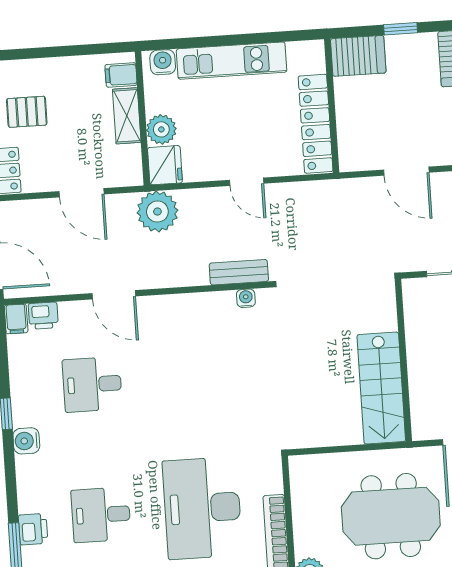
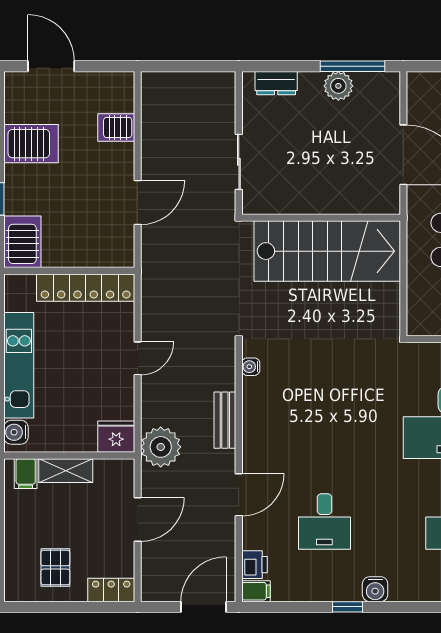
plant: (161, 129) -> (81, 438), removed
bench: (239, 272) -> (225, 420), moved
stairs: (381, 388) -> (327, 251), width x1.36, depth x1.51

